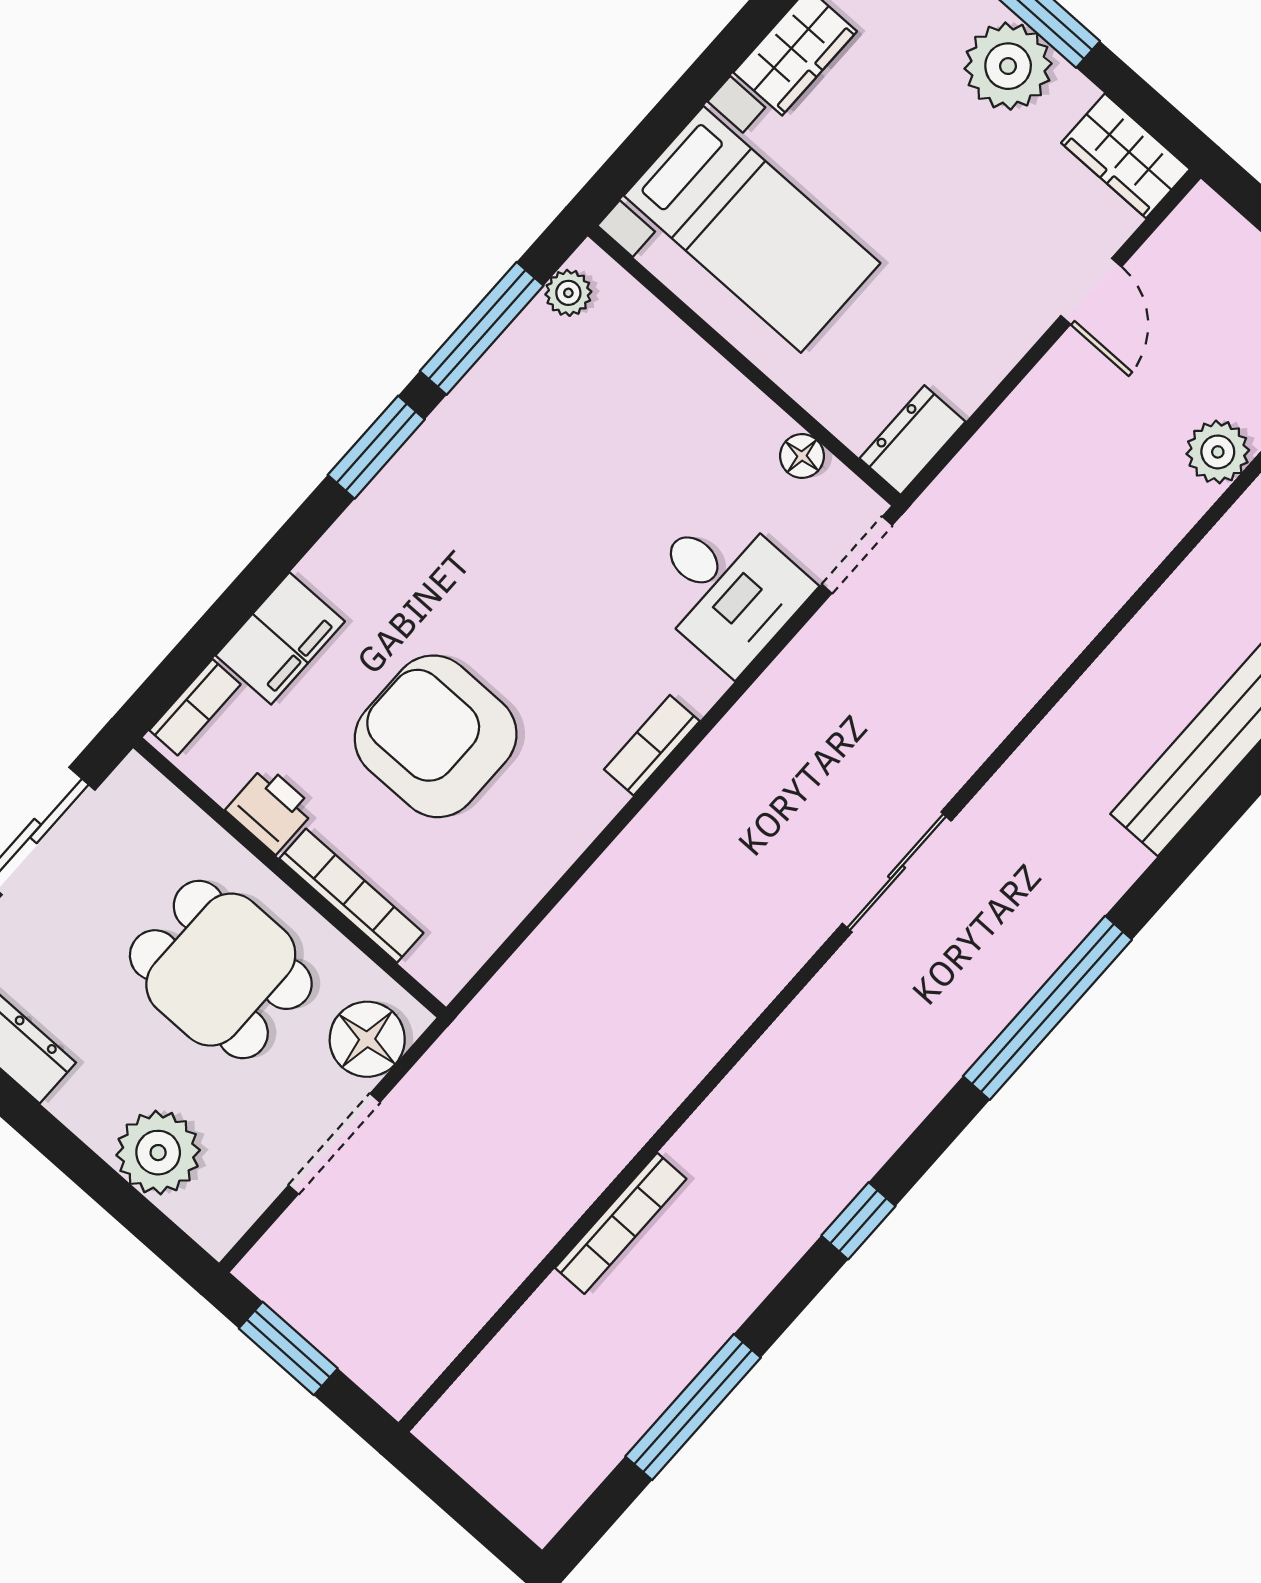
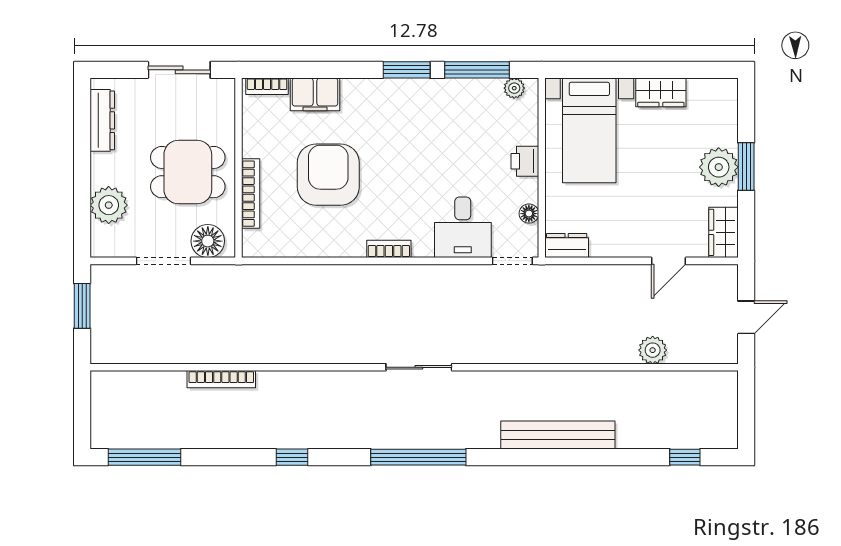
printer: (271, 810) -> (525, 161), moved, turned 180
dining table: (221, 970) -> (188, 172), turned 90
window: (693, 1407) -> (145, 457), moved

